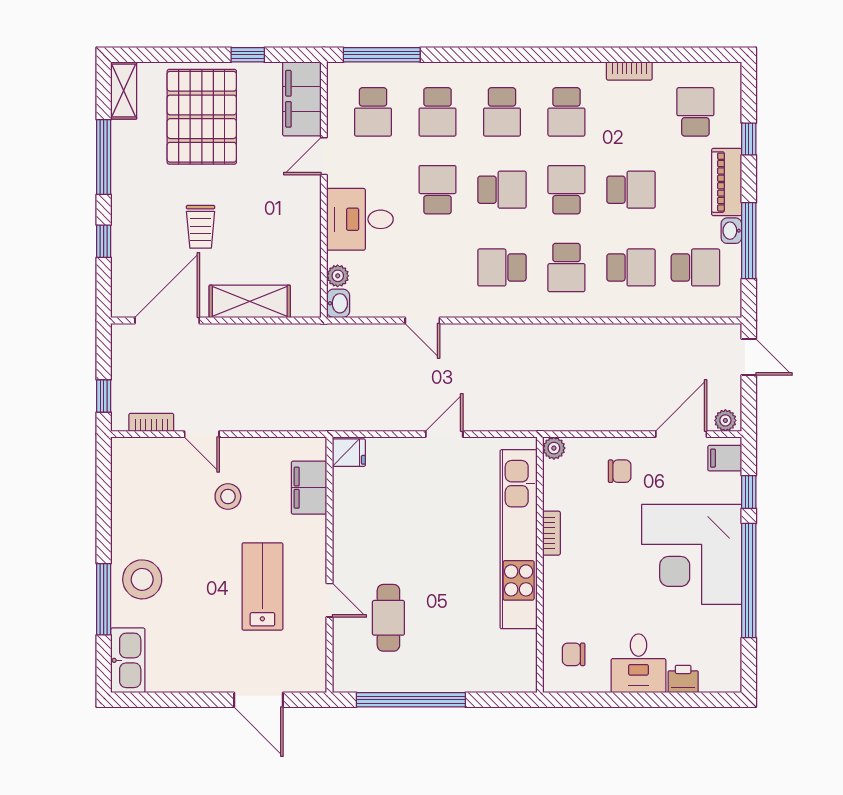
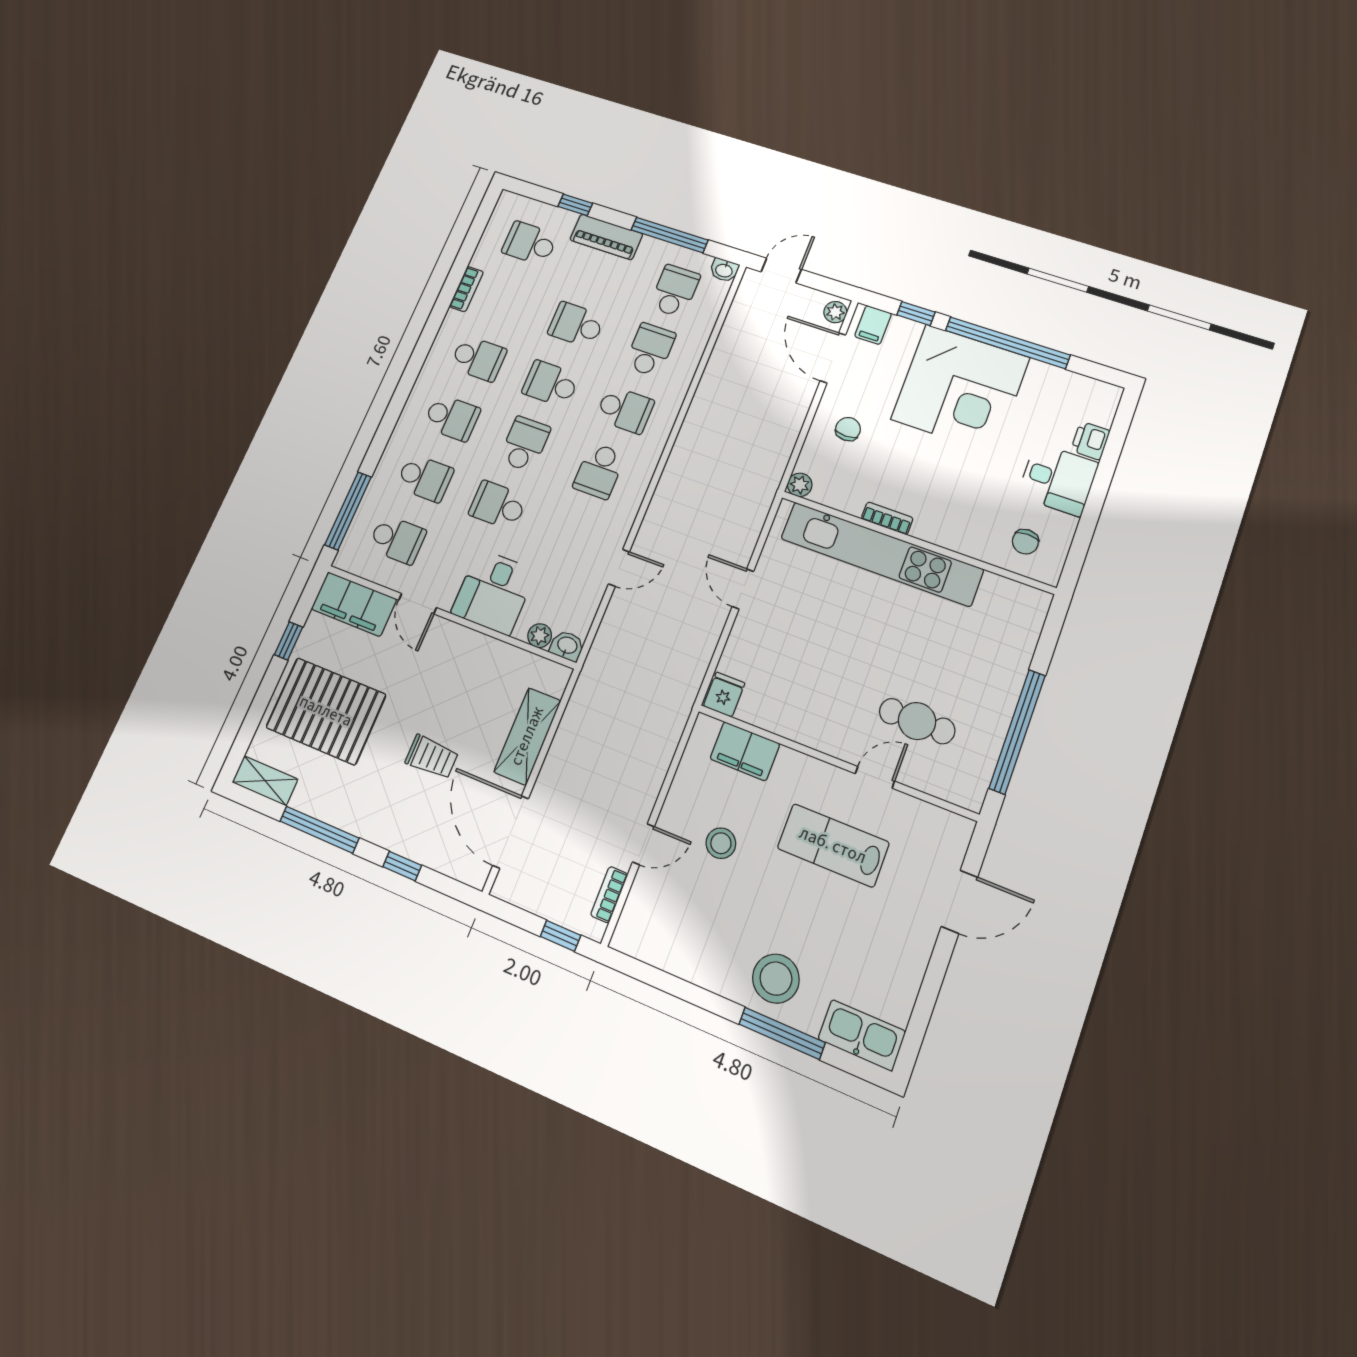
school desk: (631, 190) -> (576, 325), turned -90
washbasin: (731, 231) -> (724, 270), moved

